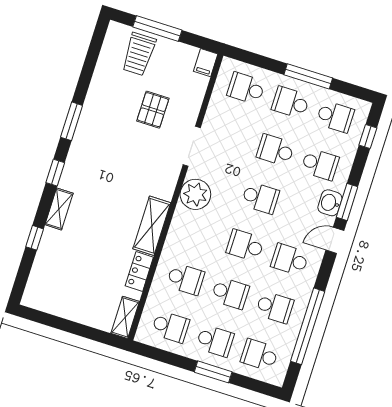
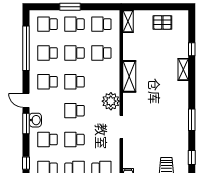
pallet: (153, 110) -> (162, 22), moved, turned 90
school desk: (275, 150) -> (74, 140), turned 180
window: (55, 173) -> (192, 158), moved
door: (335, 240) -> (26, 100), swing flipped
school desk: (245, 245) -> (74, 82), turned 180
school desk: (290, 260) -> (48, 82), turned 180
locker: (139, 271) -> (128, 49), removed
school desk: (260, 355) -> (48, 24), turned 180

